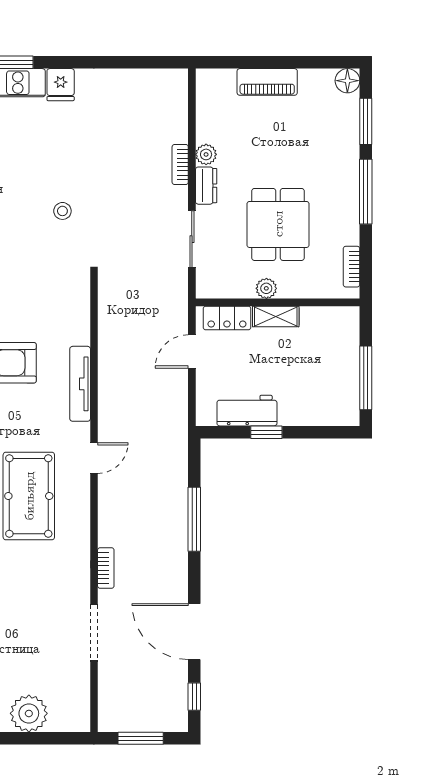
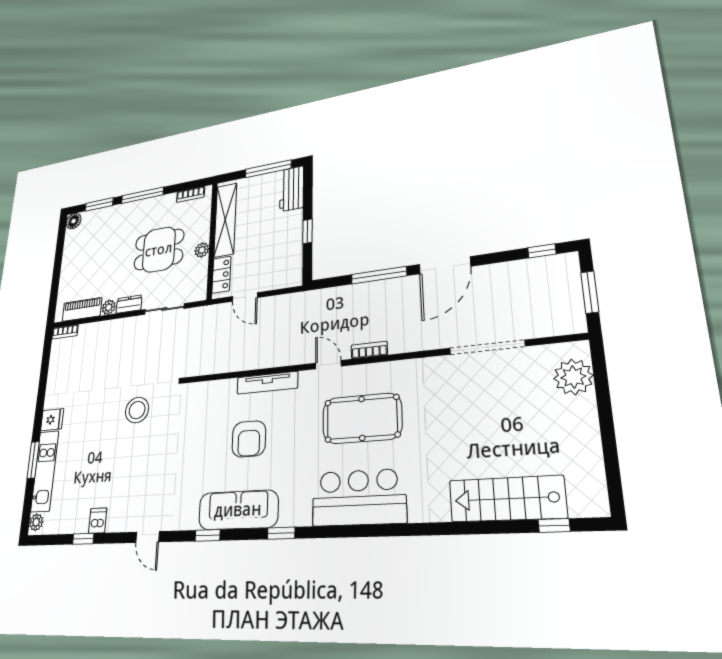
piano: (267, 82) -> (82, 309), moved, turned -90
bookcase: (180, 165) -> (65, 332), moved
stool: (62, 211) -> (137, 410), width x1.89, depth x1.89
shelving: (276, 316) -> (225, 220), width x2.20, depth x1.33
workbench: (247, 411) -> (292, 189), moved
bookcase: (106, 568) -> (369, 350), moved
door: (194, 632) -> (445, 265), moved
doorway: (94, 633) -> (487, 347), width x1.36
plant: (29, 713) -> (573, 377), moved

